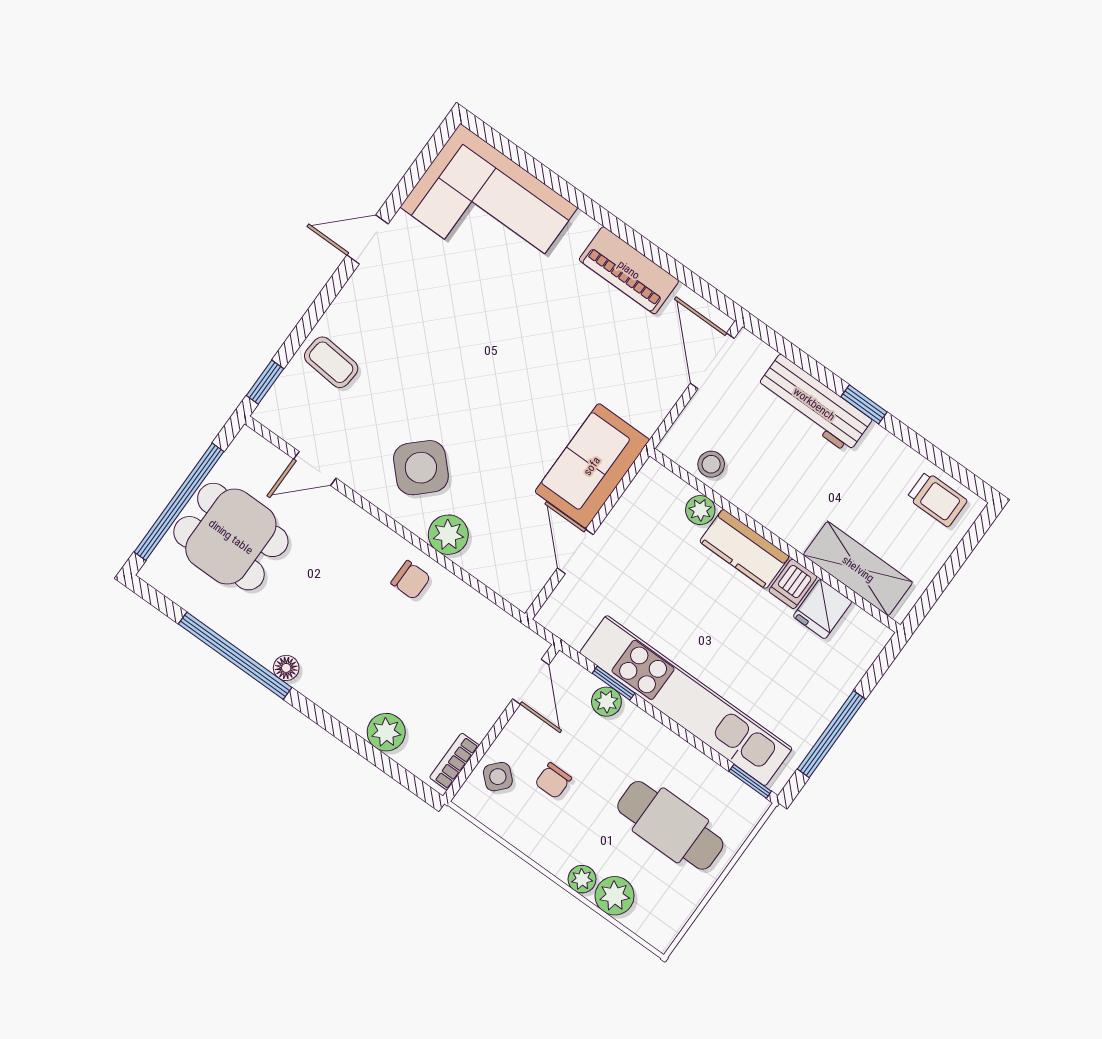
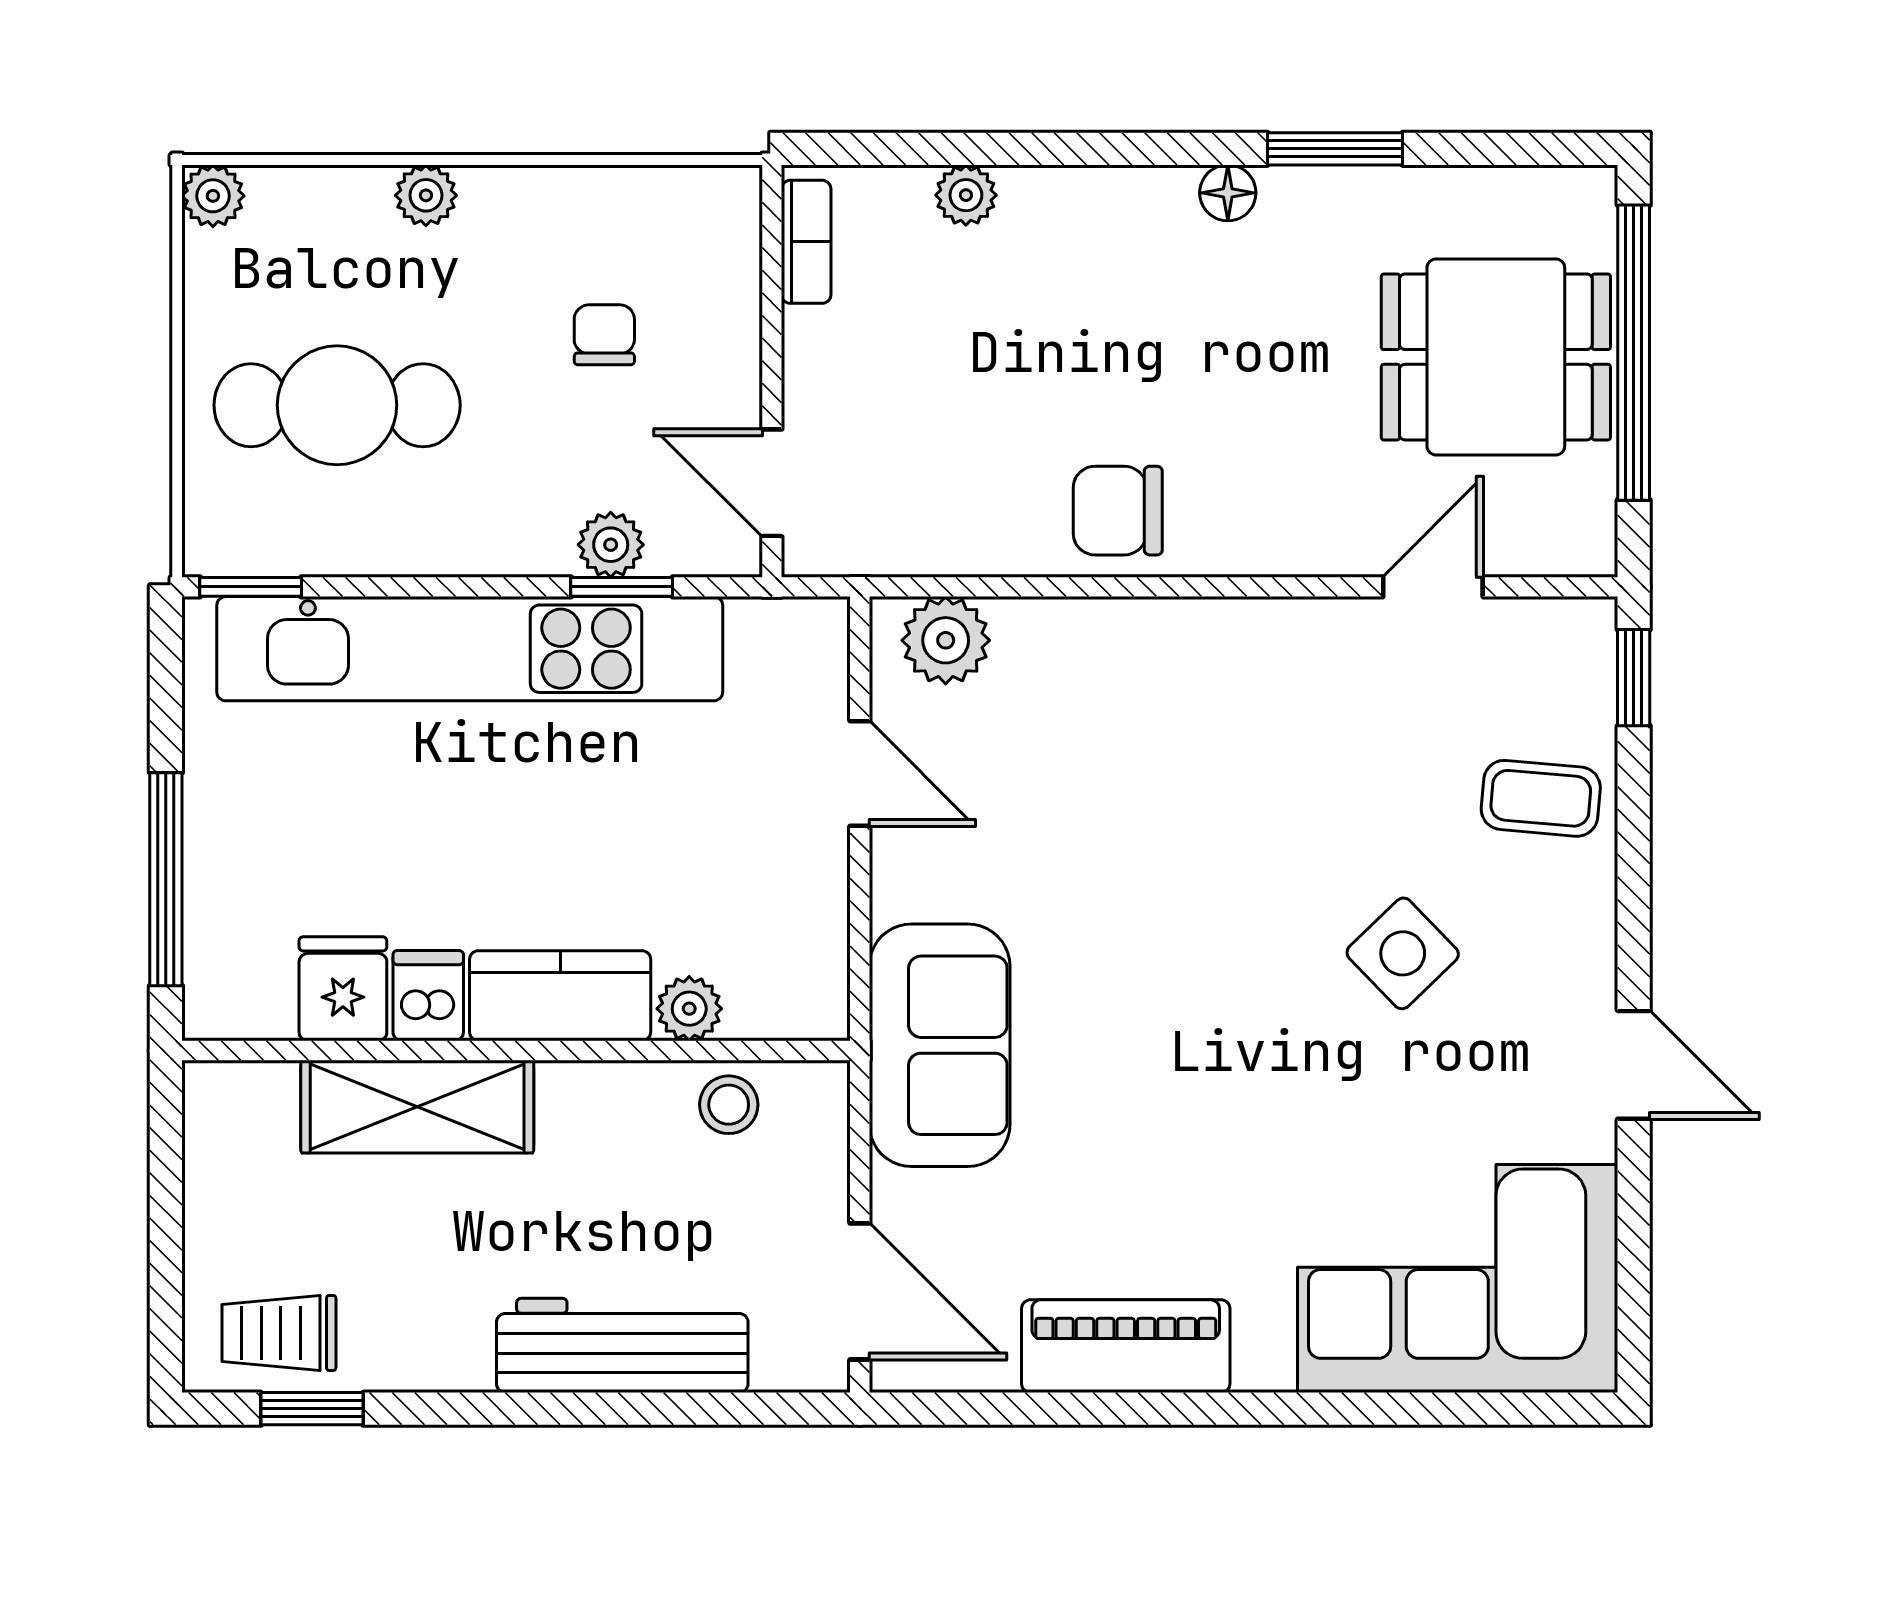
door: (367, 240) -> (1634, 1065), hinge flipped
window: (864, 404) -> (312, 1409), moved
sofa: (592, 466) -> (940, 1045), moved
side table: (421, 468) -> (1403, 953), moved, width x0.73, depth x0.73
plant: (448, 535) -> (946, 640), moved
shelving: (858, 569) -> (417, 1107), moved
chair: (411, 580) -> (1118, 511), width x1.37, depth x1.37
window: (235, 656) -> (1335, 149), width x0.47
plant: (386, 732) -> (966, 195), width x0.73, depth x0.73
window: (831, 734) -> (166, 879), moved
side table: (498, 777) -> (709, 271), removed
plant: (615, 896) -> (213, 196), moved, width x0.73, depth x0.73

